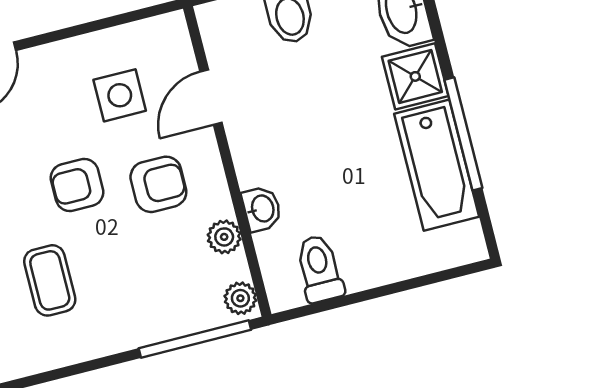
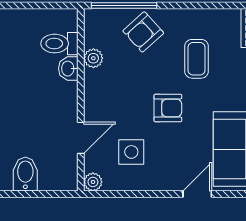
armchair: (158, 184) -> (143, 32), moved, turned -42
toilet: (319, 269) -> (59, 44), moved, turned 90
plant: (240, 298) -> (93, 182), moved

